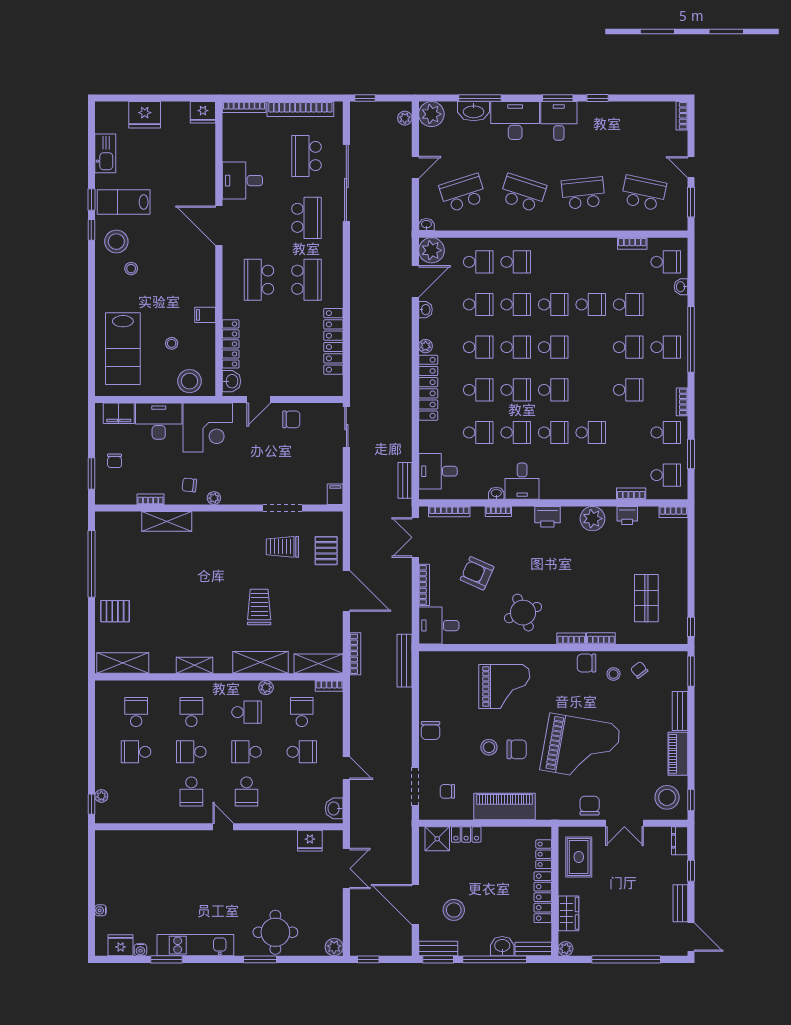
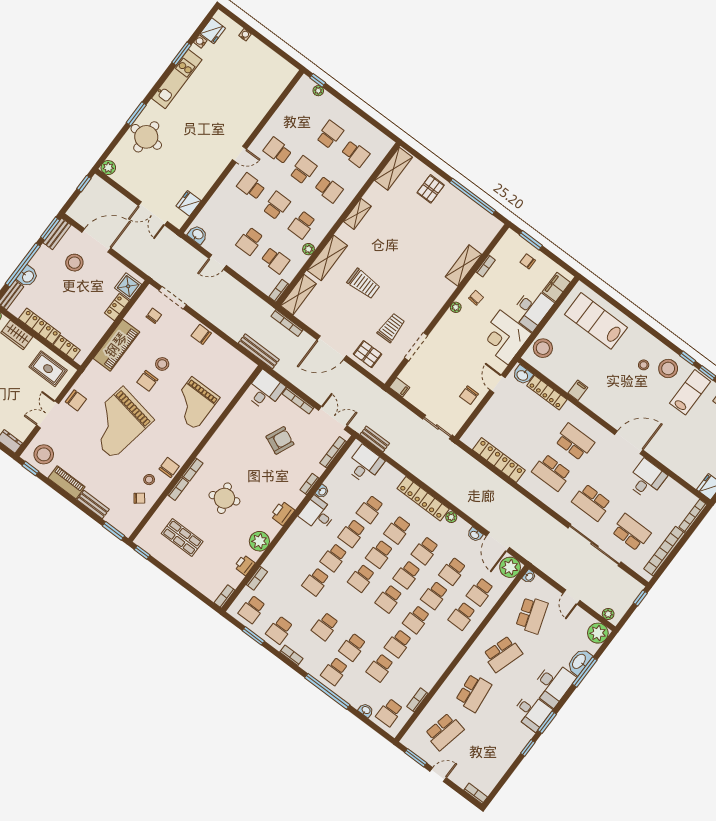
stool: (172, 343) -> (576, 355), removed
round table: (523, 613) -> (224, 498), moved

